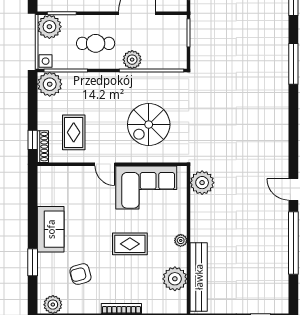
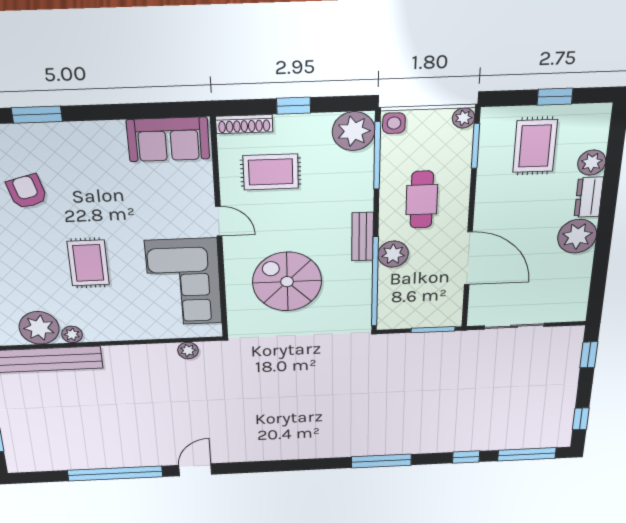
plant: (49, 27) -> (463, 118), width x0.53, depth x0.53
bench: (119, 78) -> (363, 237), added
window: (33, 140) -> (294, 106), moved
door: (105, 164) -> (219, 221), swing flipped
plant: (202, 183) -> (188, 350), width x0.53, depth x0.53
sofa: (51, 229) -> (168, 139), moved
plant: (181, 240) -> (72, 334), moved

